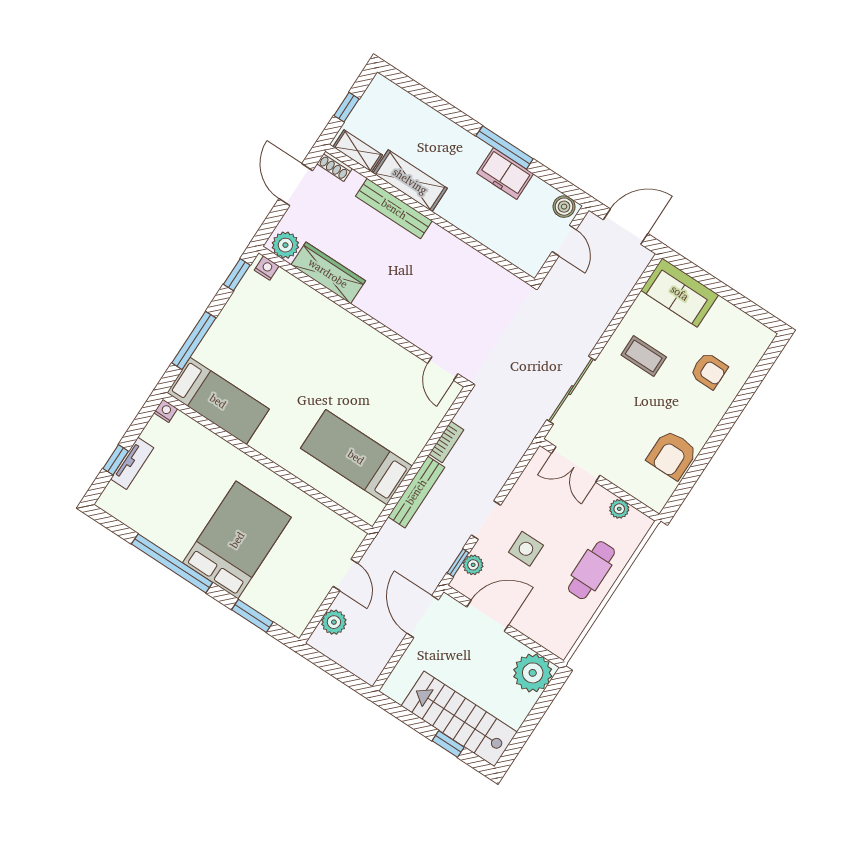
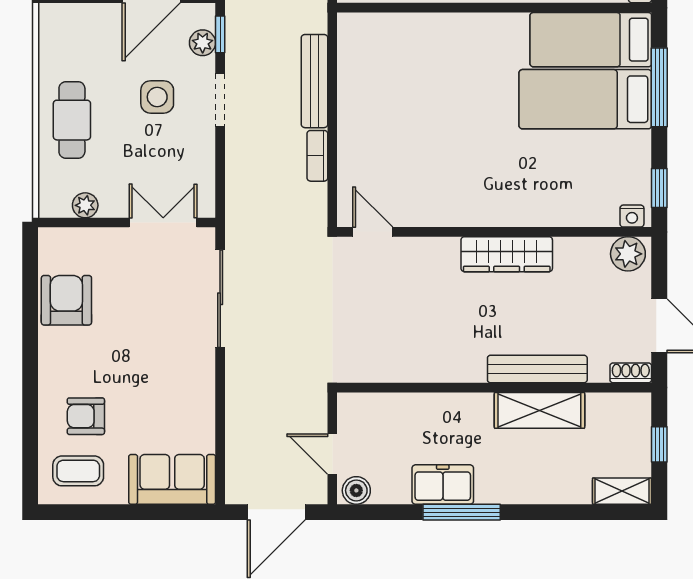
shelving: (358, 151) -> (622, 491), moved
wardrobe: (328, 273) -> (507, 254), moved
coffee table: (644, 356) -> (78, 471), moved
bed: (356, 457) -> (585, 99), moved, turned 180

